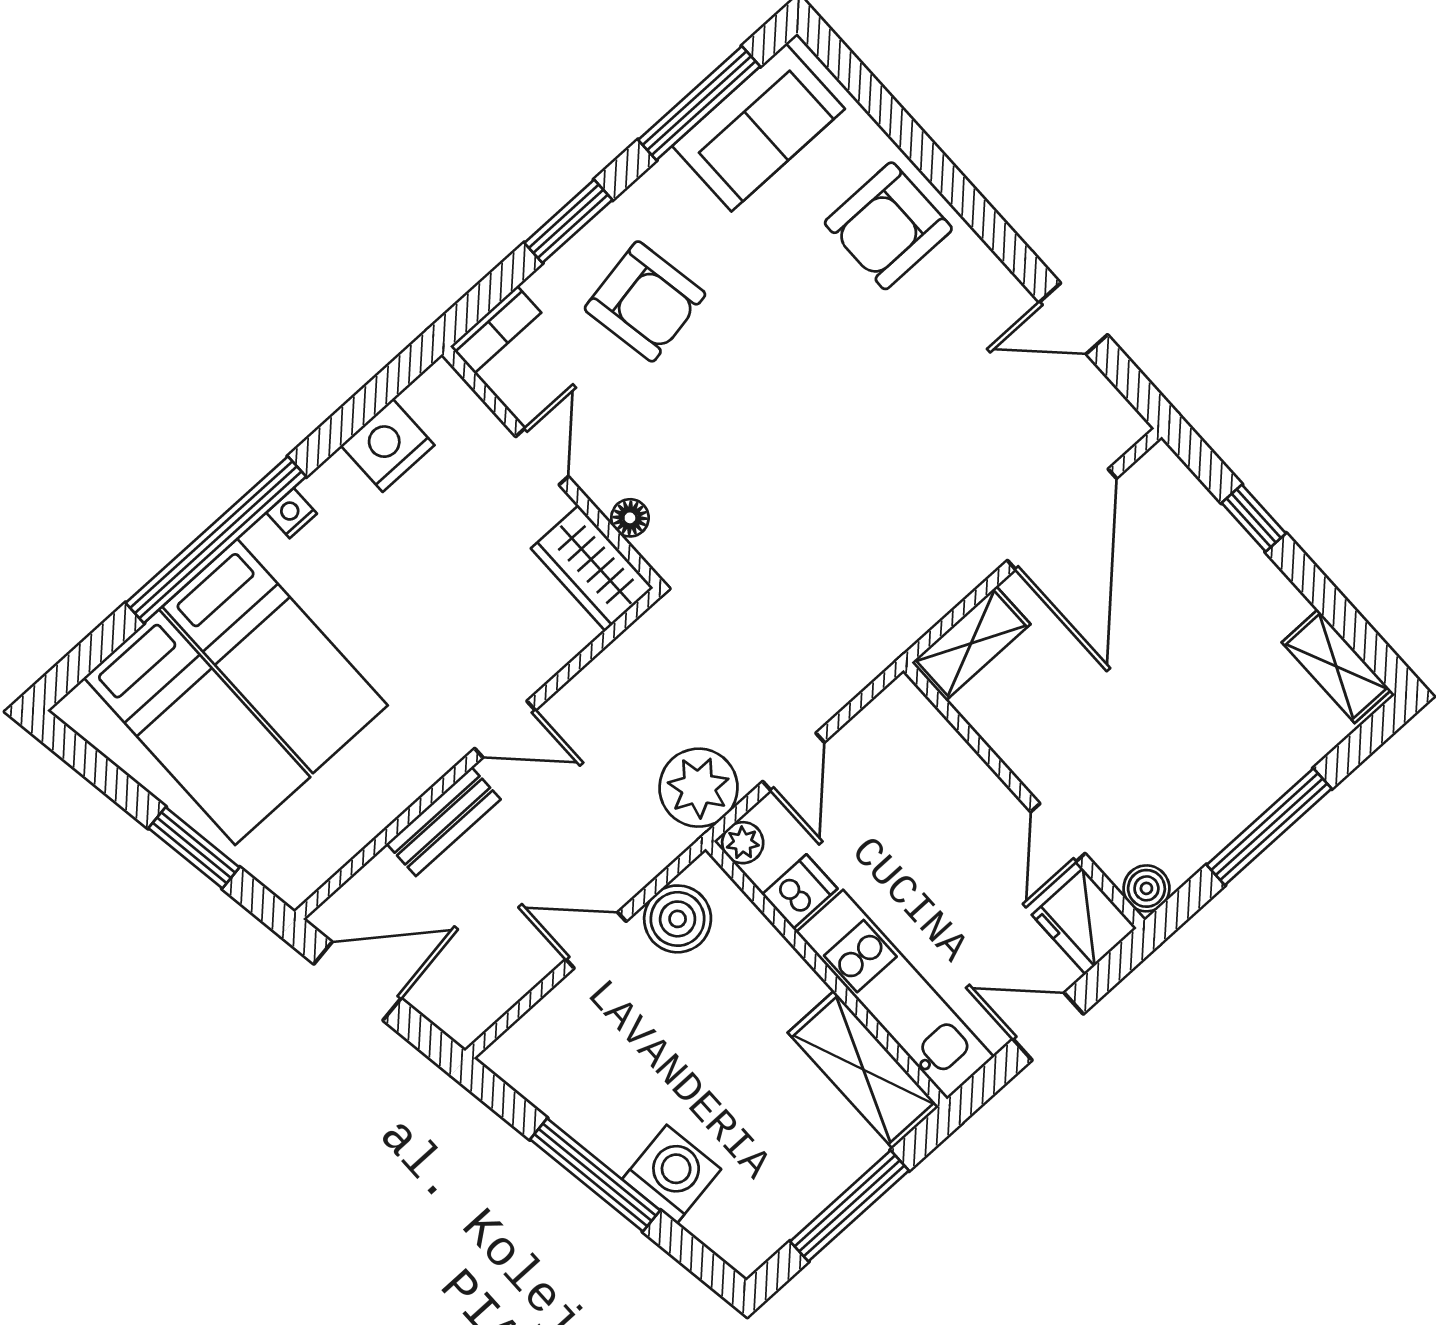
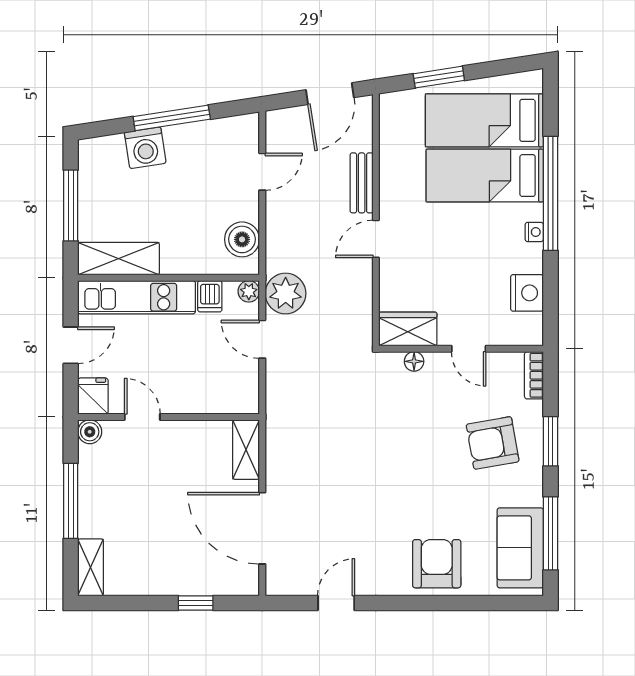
shelving: (1336, 666) -> (91, 567), moved, turned 90
fridge: (1084, 921) -> (93, 396), width x0.72
door: (596, 940) -> (262, 172), moved

